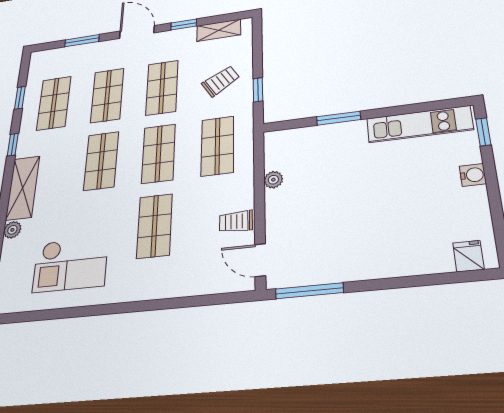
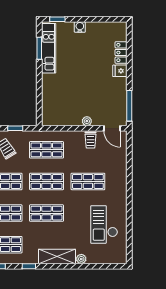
window: (339, 118) -> (39, 48), moved
plant: (273, 180) -> (87, 121), moved
fridge: (469, 256) -> (120, 71), moved
door: (260, 260) -> (112, 128), hinge flipped
locker: (427, 263) -> (121, 53), added
checkout: (70, 264) -> (104, 224), turned 180

